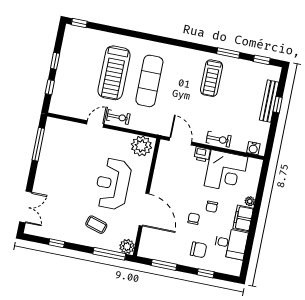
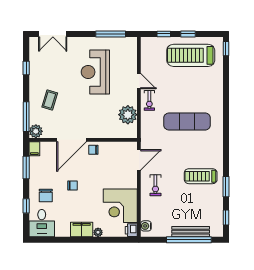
treadmill: (114, 73) -> (191, 55), moved
window: (278, 105) -> (189, 240), width x3.17
exercise bike: (219, 139) -> (155, 185), moved
plant: (141, 146) -> (128, 115), moved
printer: (202, 154) -> (131, 230), moved
reception desk: (113, 184) -> (95, 72), moved, turned -90
chair: (212, 207) -> (93, 150), moved
desk: (231, 244) -> (42, 223), moved
filing cabinet: (146, 252) -> (34, 149), added

